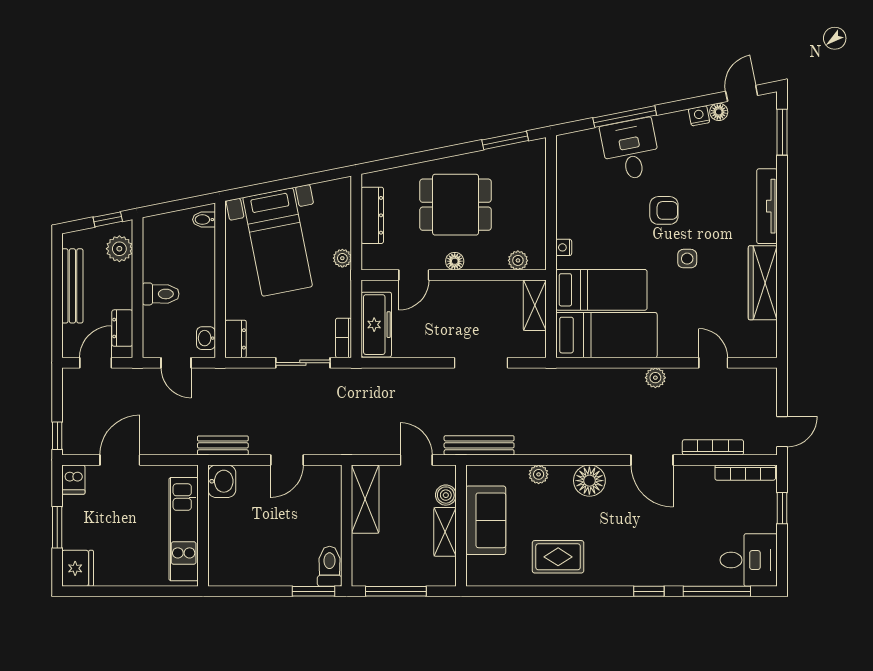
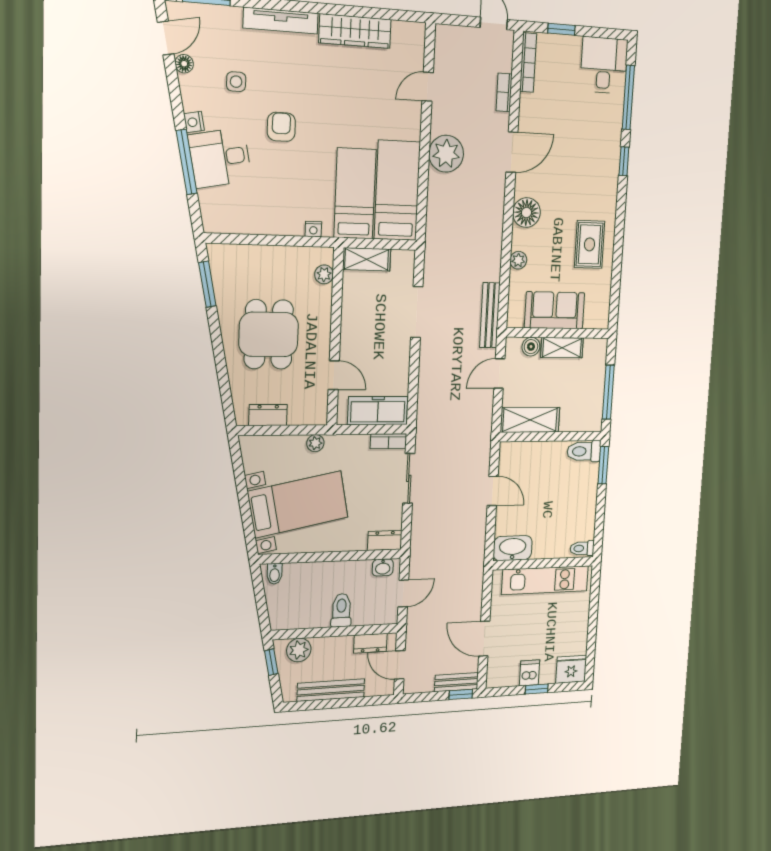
door: (742, 93) -> (166, 38), swing flipped
nightstand: (699, 116) -> (194, 122), moved
dresser: (372, 215) -> (268, 415), width x0.70
side table: (687, 259) -> (236, 82), moved
floor lamp: (455, 261) -> (322, 336), removed
plant: (655, 378) -> (446, 154), width x1.88, depth x1.88
bench: (223, 445) -> (456, 682), moved, turned 90
bookcase: (713, 447) -> (504, 92), width x0.64
dishwasher: (73, 480) -> (529, 673), moved, turned -90
washbasin: (222, 481) -> (513, 548), width x1.38
window: (57, 527) -> (537, 689), width x0.67
toilet: (219, 572) -> (582, 548), added

